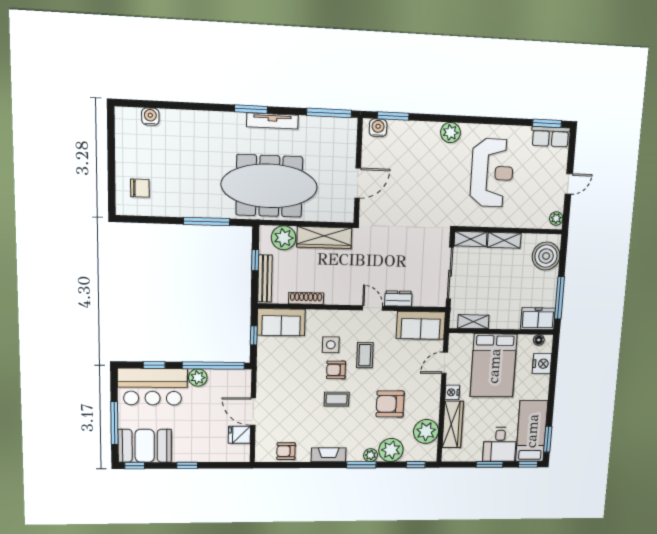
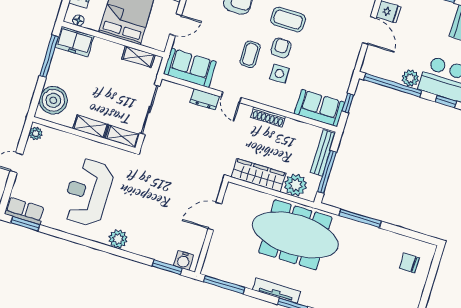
window: (255, 260) -> (327, 172), width x2.17
shoe rack: (306, 298) -> (268, 117), moved
armchair: (336, 370) -> (281, 48), turned -90
coffee table: (337, 399) -> (288, 19), width x1.36, depth x1.30

